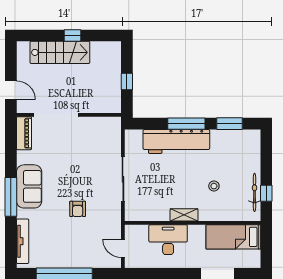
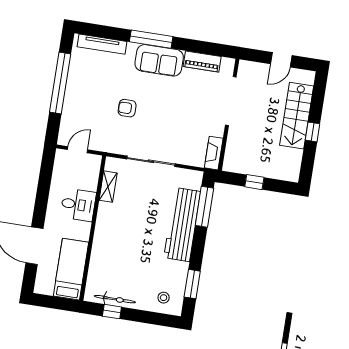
door: (11, 90) -> (281, 60), moved
fireplace: (106, 123) -> (214, 153), added
window: (186, 124) -> (204, 207), moved
piano: (24, 133) -> (202, 62), moved
stool: (214, 186) -> (164, 298), moved
shelving: (184, 215) -> (108, 187), moved
desk: (168, 240) -> (78, 205), width x0.73

